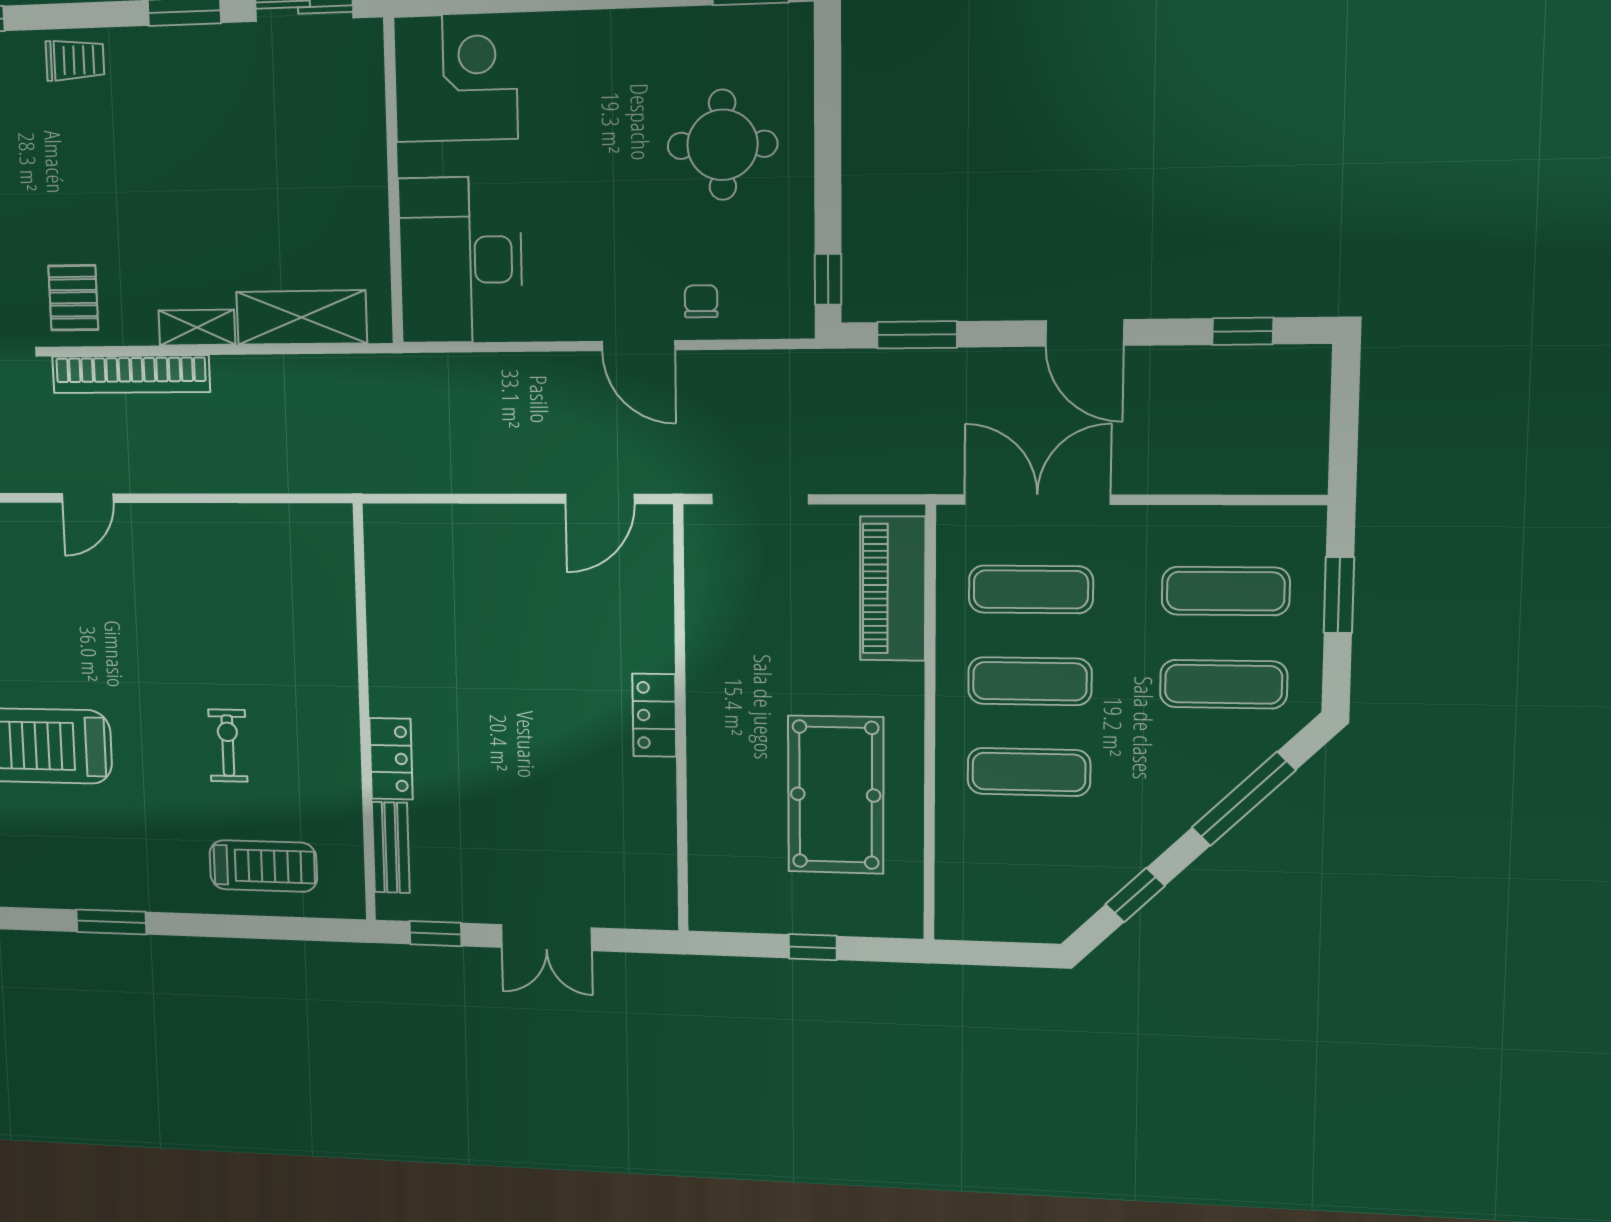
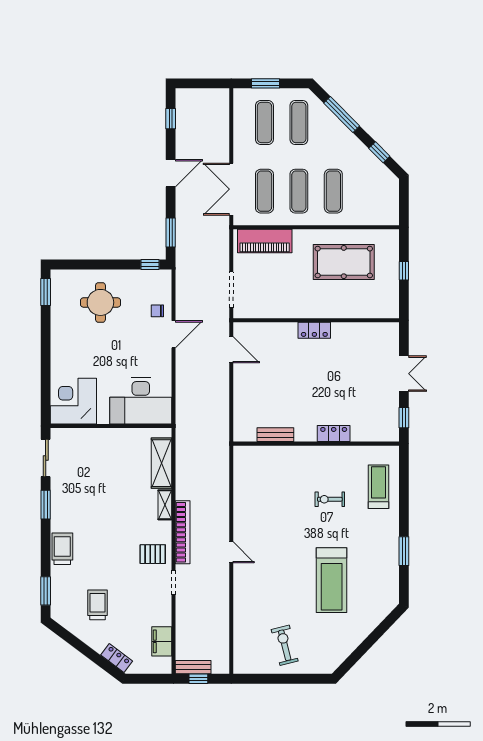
trolley: (75, 60) -> (62, 549), width x1.36, depth x1.39
bench: (391, 847) -> (275, 435), moved

